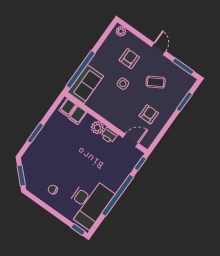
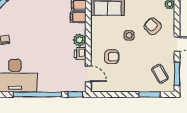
armchair: (129, 59) -> (153, 26), turned -136
coffee table: (156, 82) -> (160, 74), moved
armchair: (149, 114) -> (112, 57), moved

